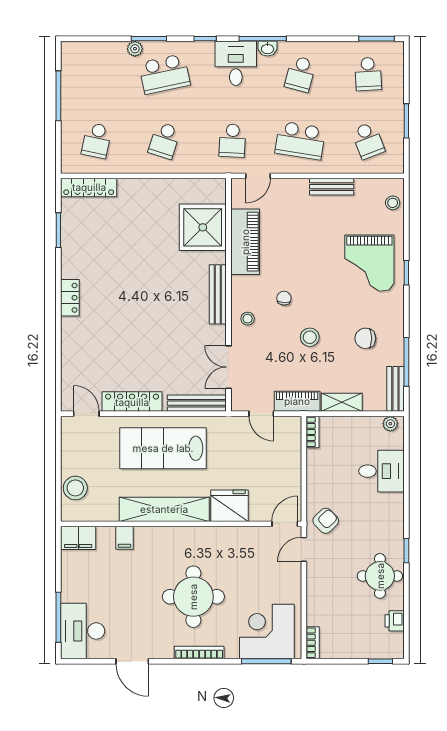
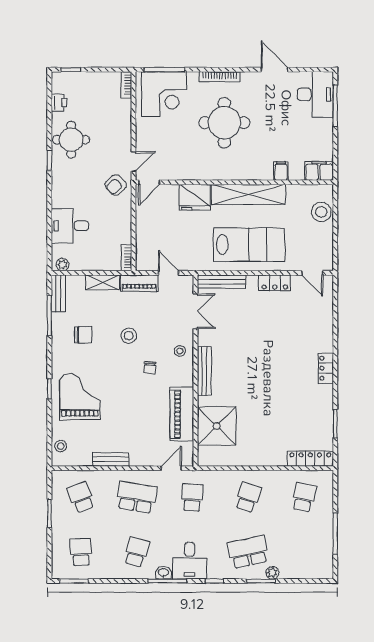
locker: (132, 402) -> (275, 283), width x0.66

